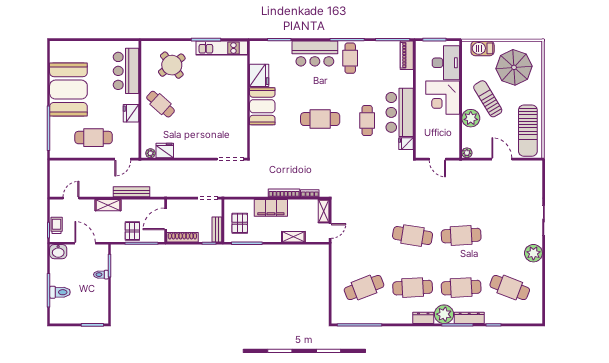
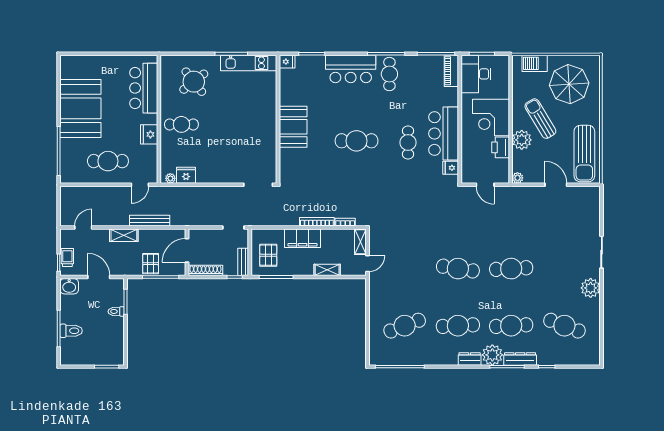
desk: (446, 63) -> (476, 74), moved, turned 180
fridge: (259, 75) -> (287, 62), moved, width x0.53, depth x0.75
cafe table: (161, 104) -> (181, 124), turned -42
printer: (452, 125) -> (501, 147), added

